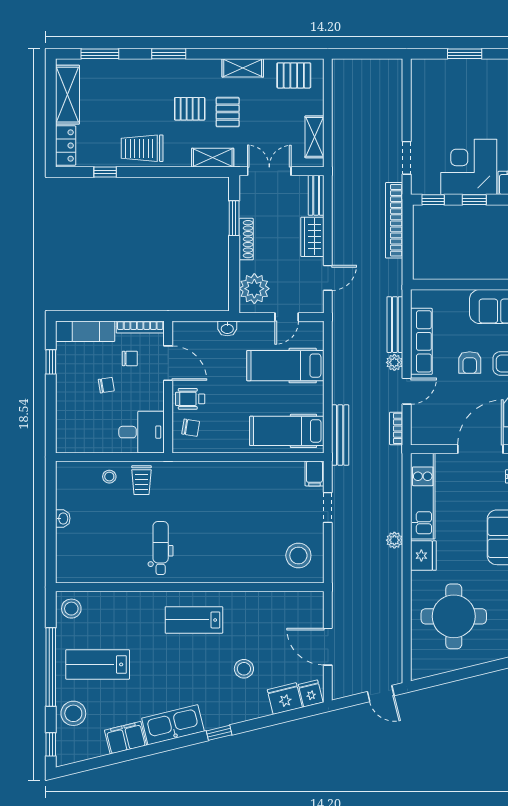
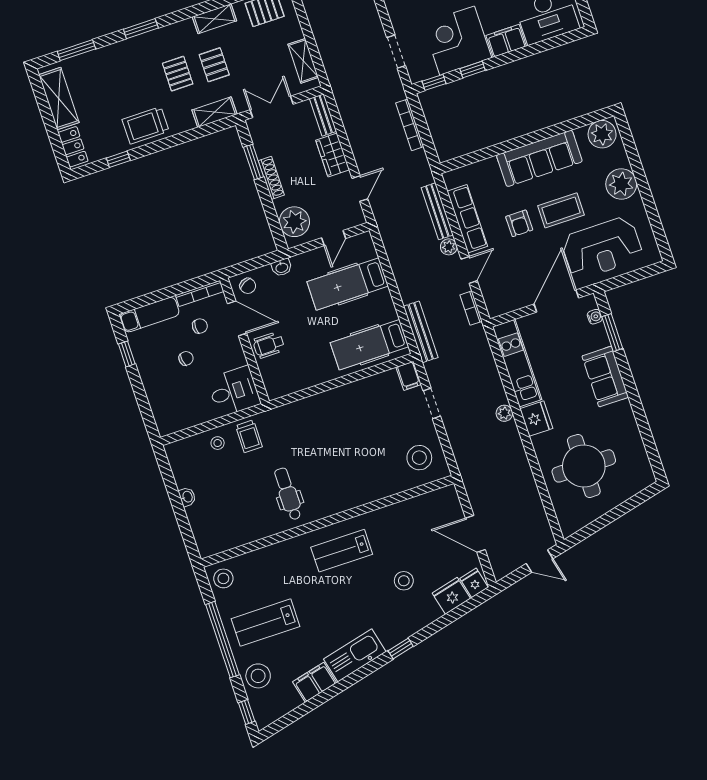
pallet: (190, 109) -> (178, 74), turned 90
bookcase: (394, 220) -> (410, 125), width x0.68, depth x0.76
chair: (191, 428) -> (248, 286), moved, turned 53

